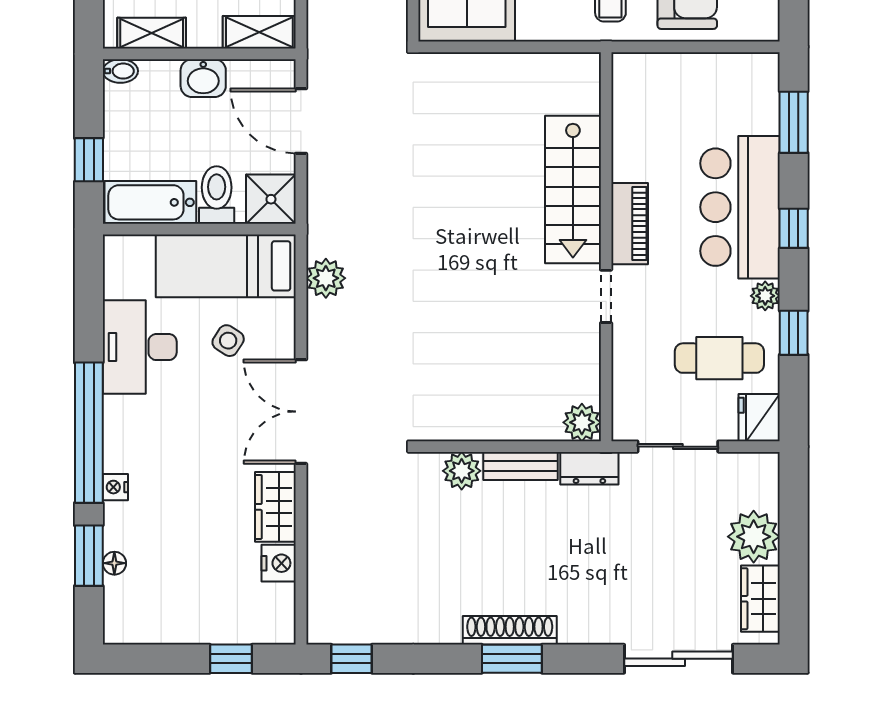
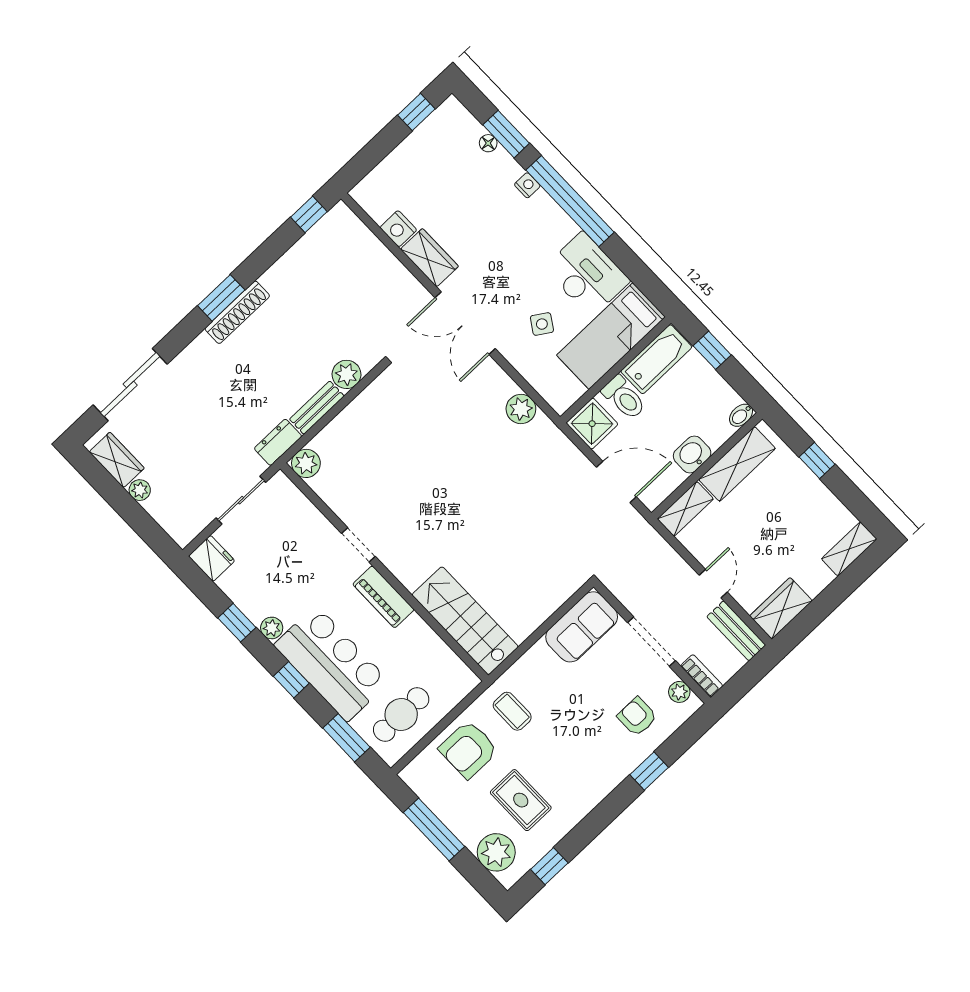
shelving: (152, 33) -> (737, 464), width x1.50, depth x1.33
stairs: (573, 190) -> (465, 621), moved
bed: (226, 266) -> (611, 336), moved, turned 180
cafe table: (719, 358) -> (401, 715), moved
double door: (301, 412) -> (465, 323), swing flipped
plant: (754, 537) -> (140, 490), width x0.53, depth x0.53
window: (231, 659) -> (416, 112), moved

